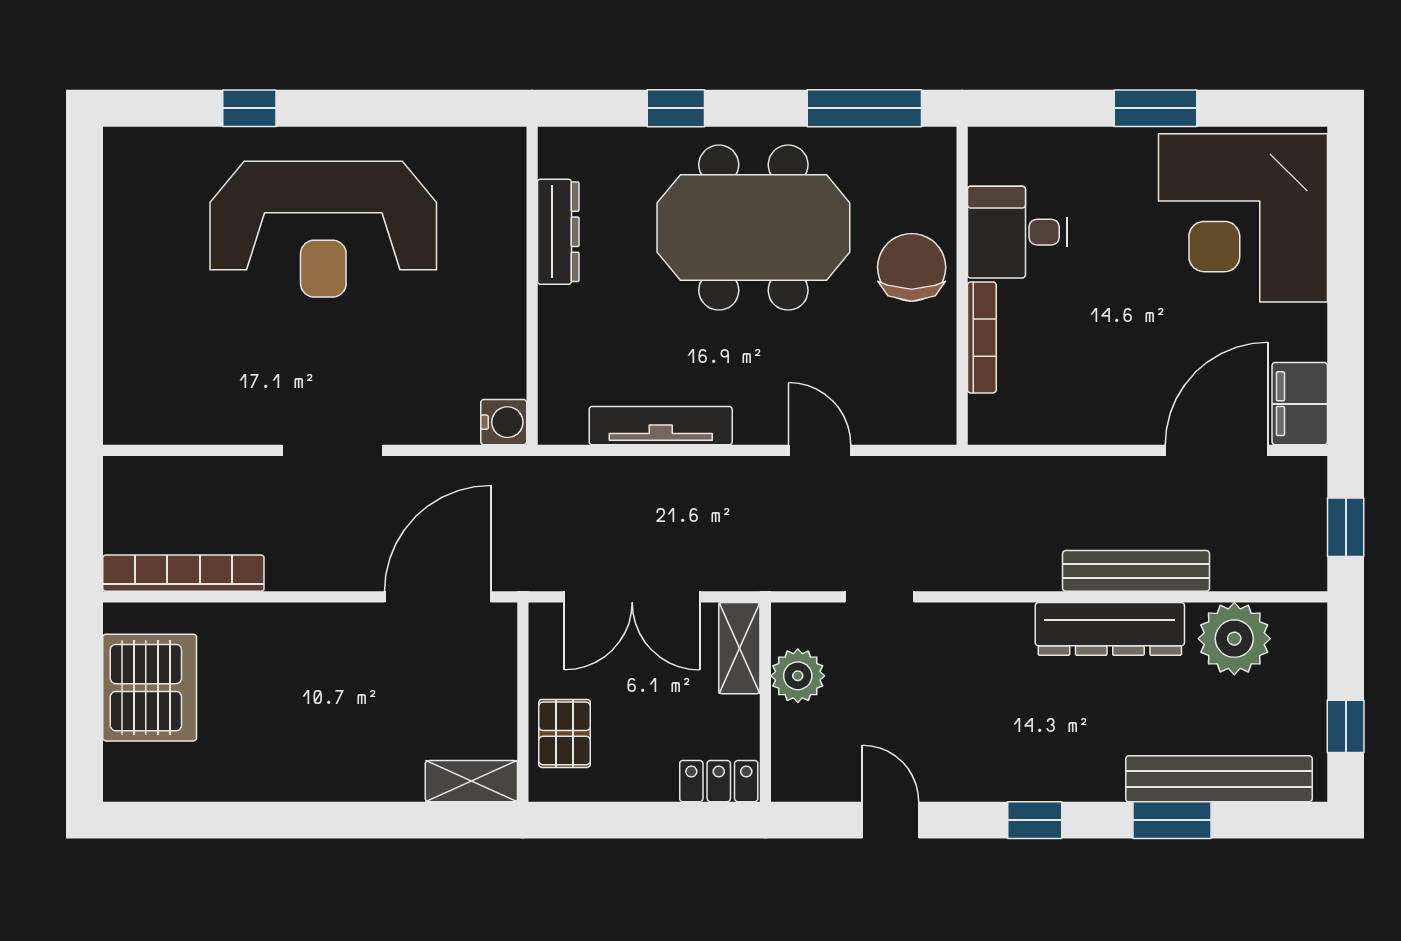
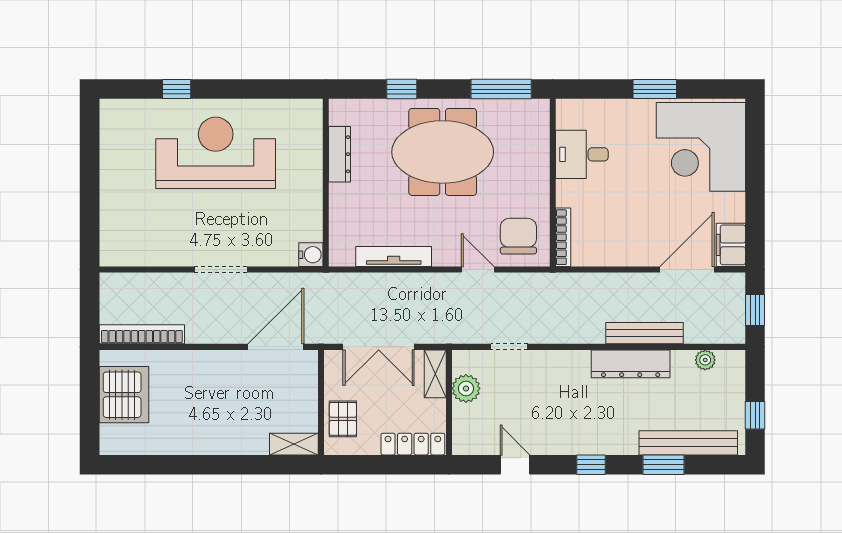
reception desk: (323, 229) -> (216, 153), turned 180
chair: (912, 267) -> (518, 236), moved
bookcase: (982, 337) -> (563, 237), moved
plant: (1234, 639) -> (705, 360), width x0.53, depth x0.53
locker: (719, 781) -> (413, 444), width x1.53

